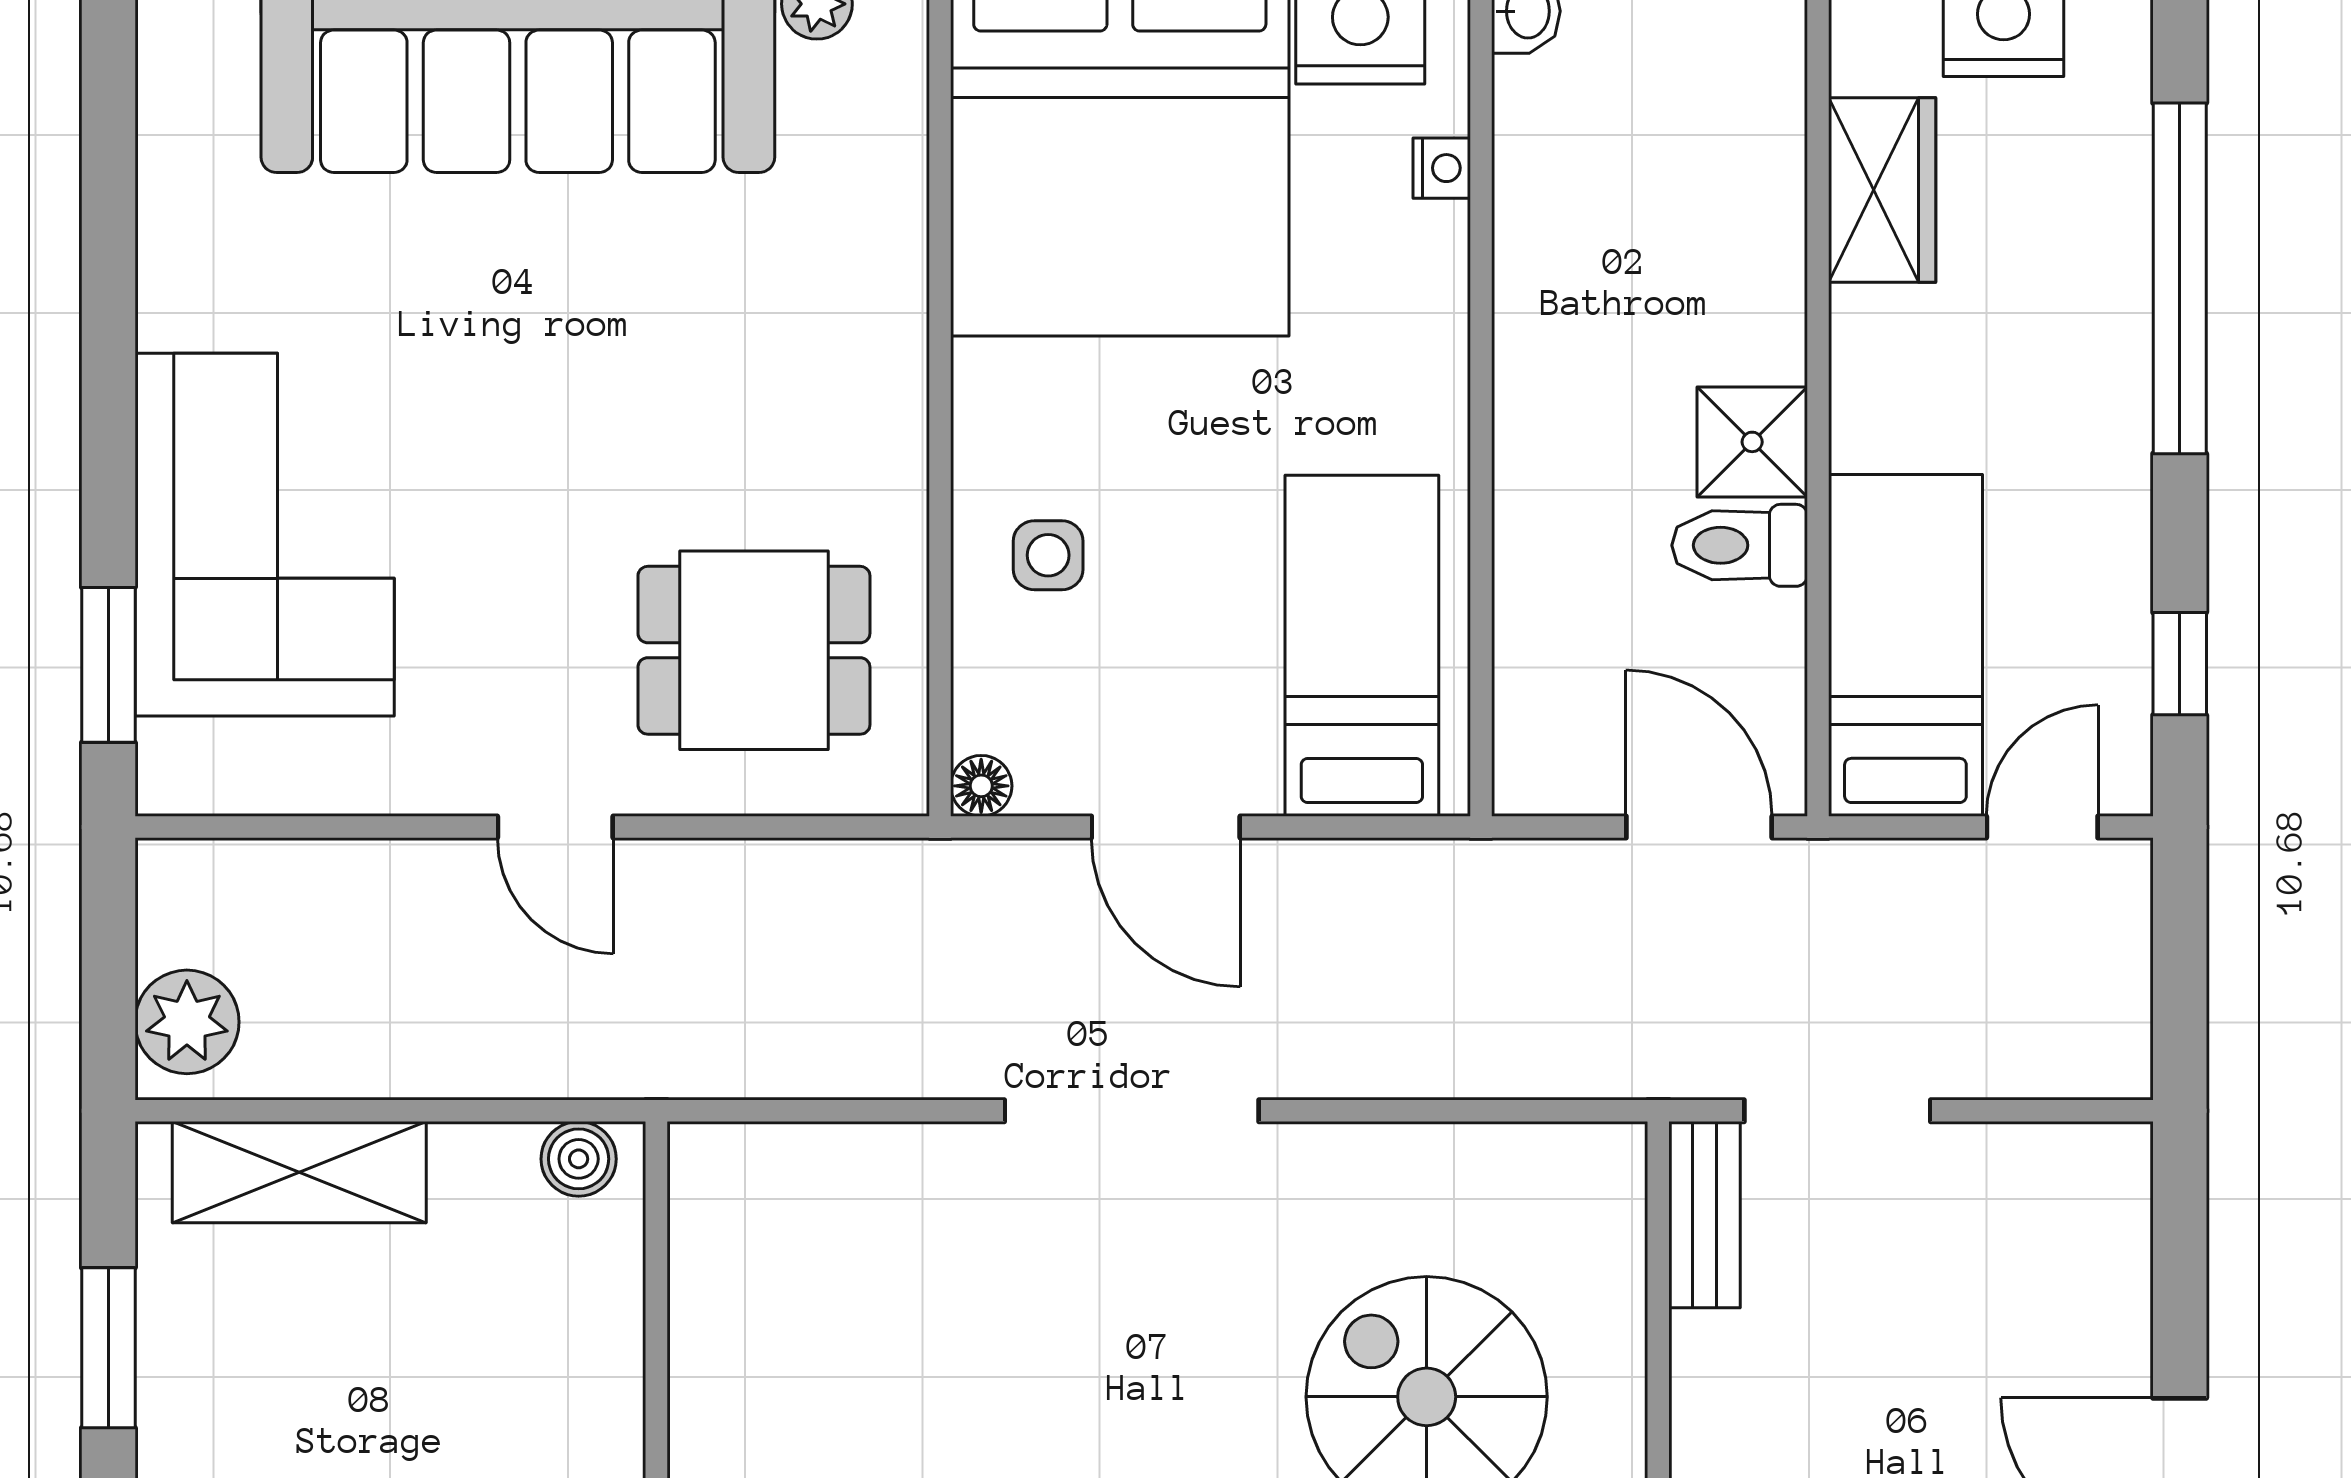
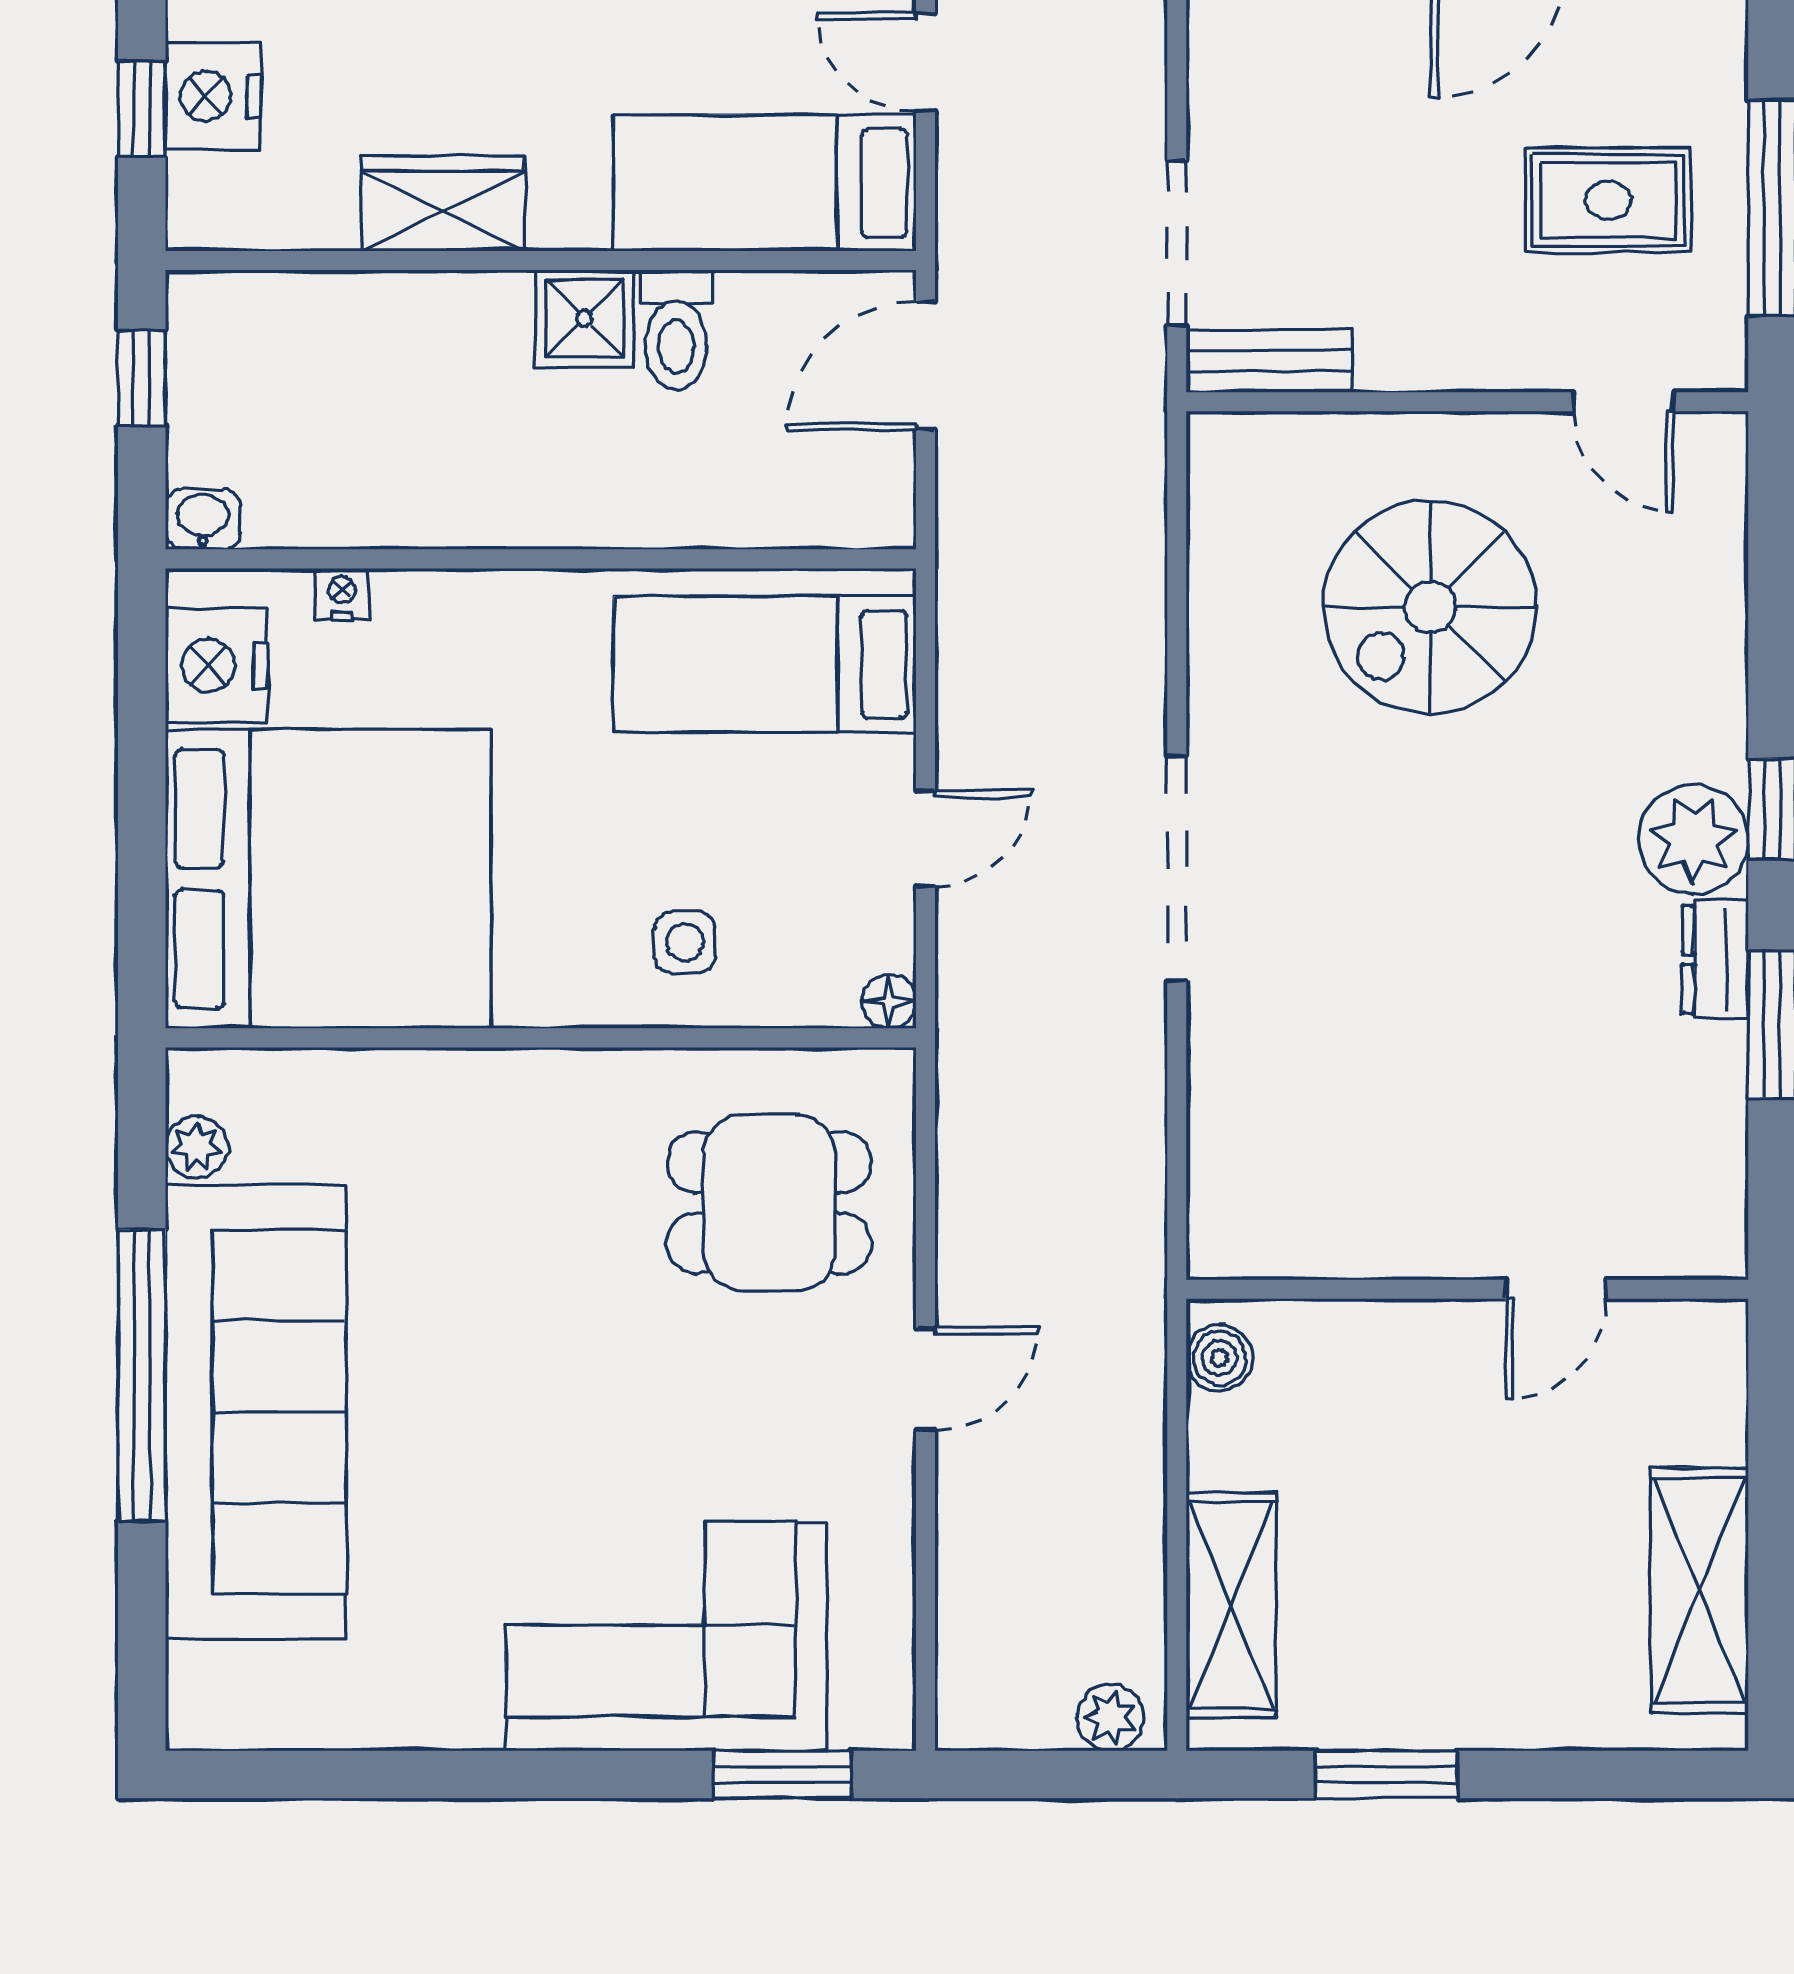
wardrobe: (1882, 190) -> (443, 204), moved
dining table: (754, 650) -> (769, 1203), turned 90
door: (1166, 827) -> (925, 838), width x0.73
plant: (187, 1022) -> (1111, 1717), width x0.73, depth x0.73

